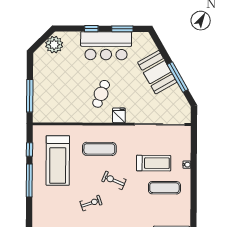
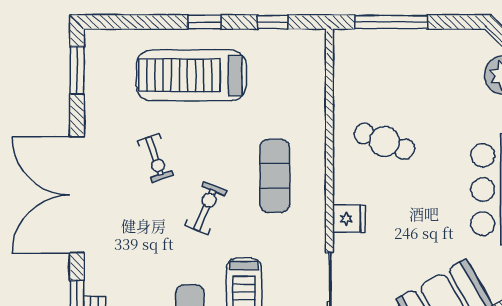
cafe table: (101, 94) -> (384, 141), moved
treadmill: (58, 160) -> (191, 75), moved
window: (29, 180) -> (204, 22), width x0.46

